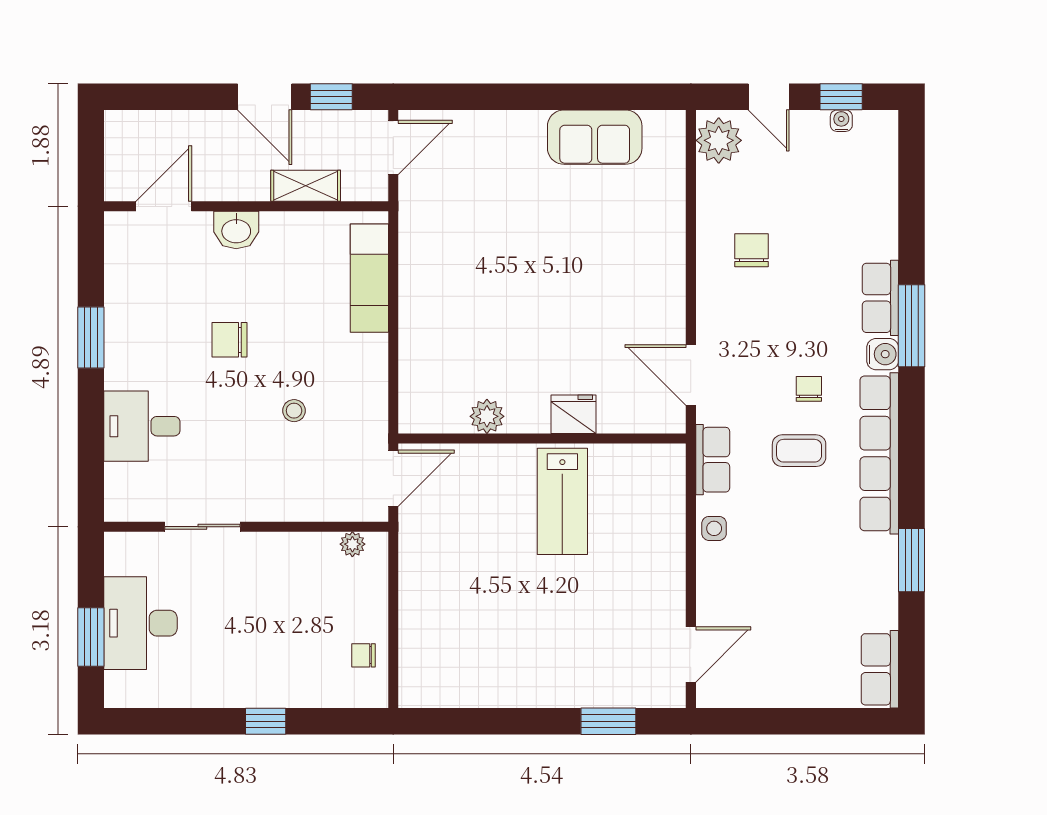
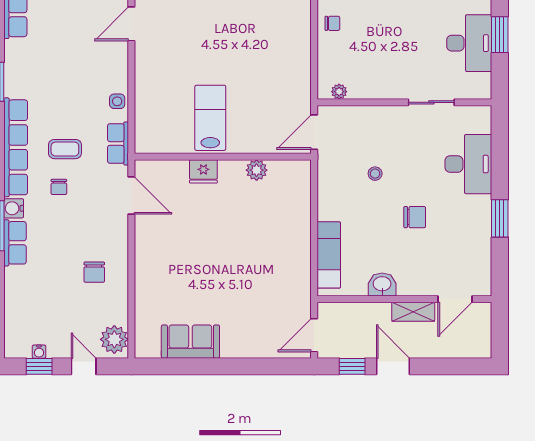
shelving: (306, 186) -> (413, 312), moved
washbasin: (236, 230) -> (382, 284), moved
desk: (142, 426) -> (468, 164), width x1.37

